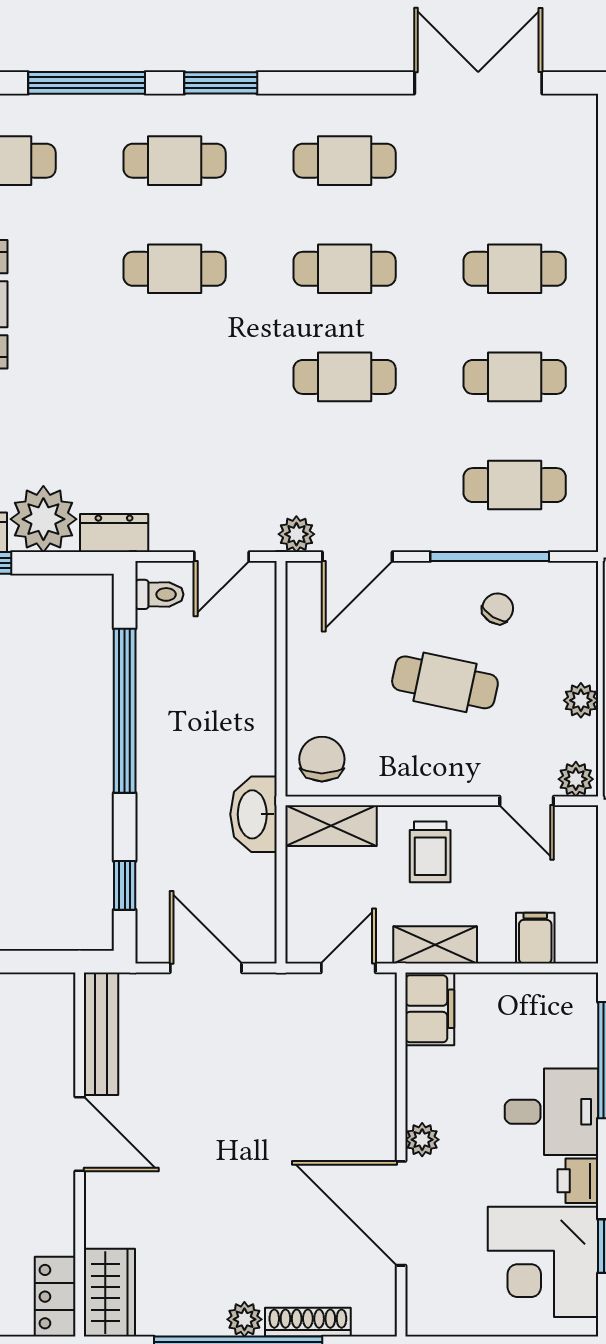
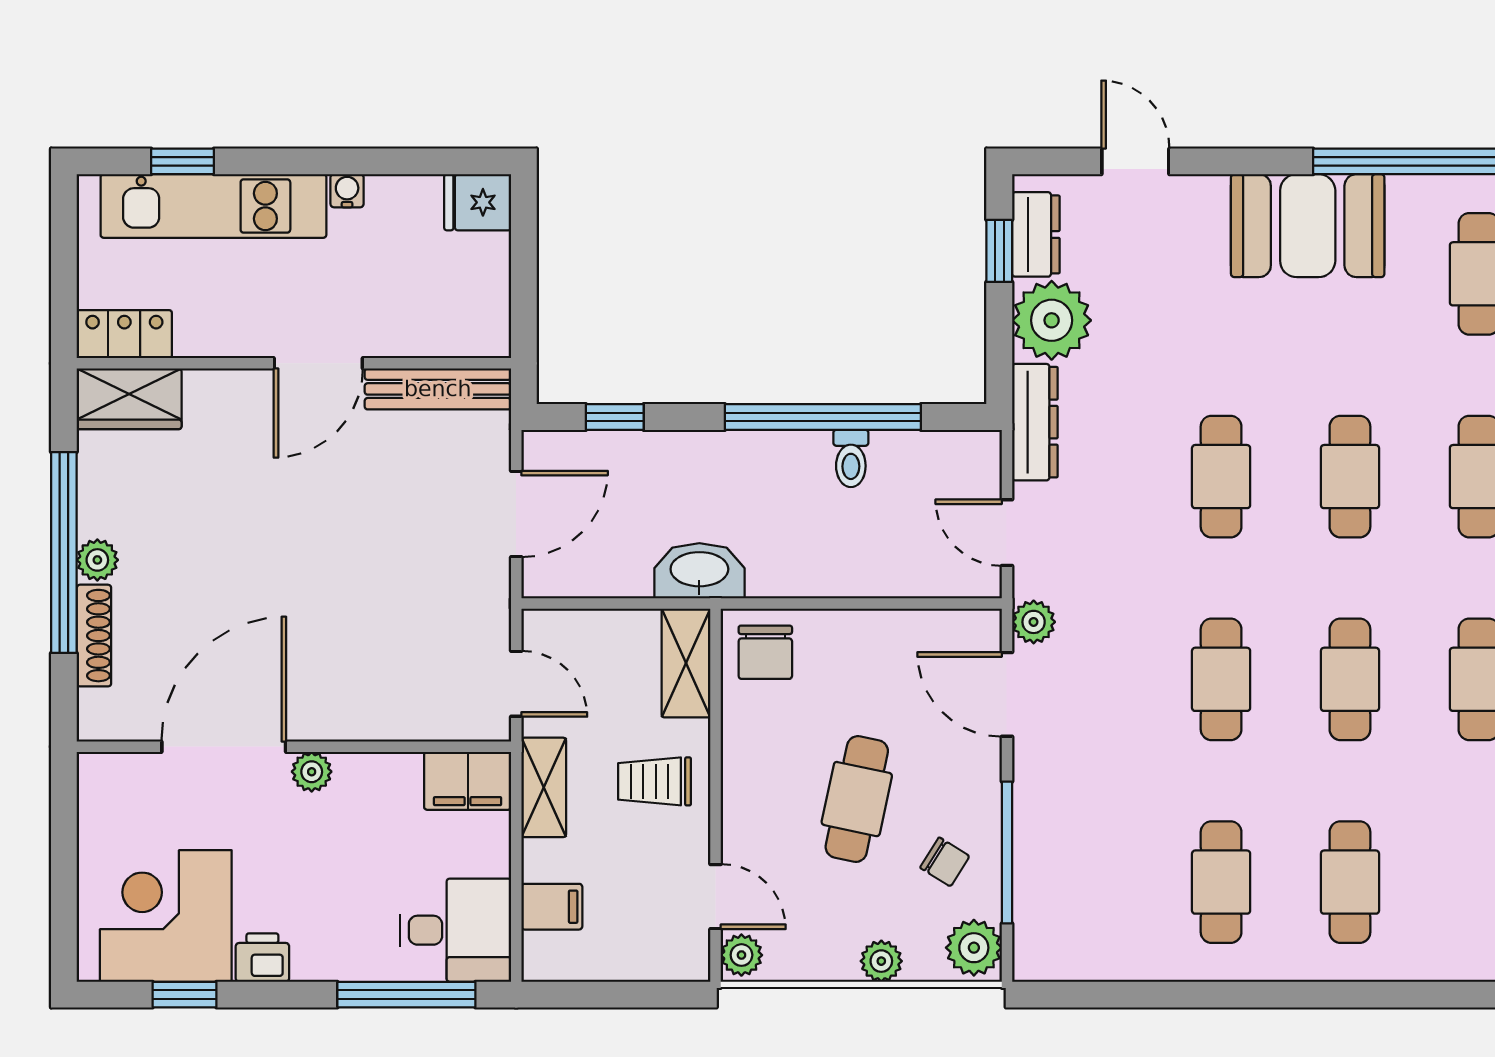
cafe table: (515, 485) -> (1221, 477), moved
dresser: (114, 533) -> (1035, 422), width x1.44
plant: (570, 584) -> (974, 948), added
toilet: (159, 594) -> (851, 458), moved
plant: (581, 700) -> (881, 961), moved
chair: (322, 759) -> (765, 652), turned 90
door: (527, 801) -> (716, 897), swing flipped
desk: (552, 1112) -> (455, 930), moved, turned -90

